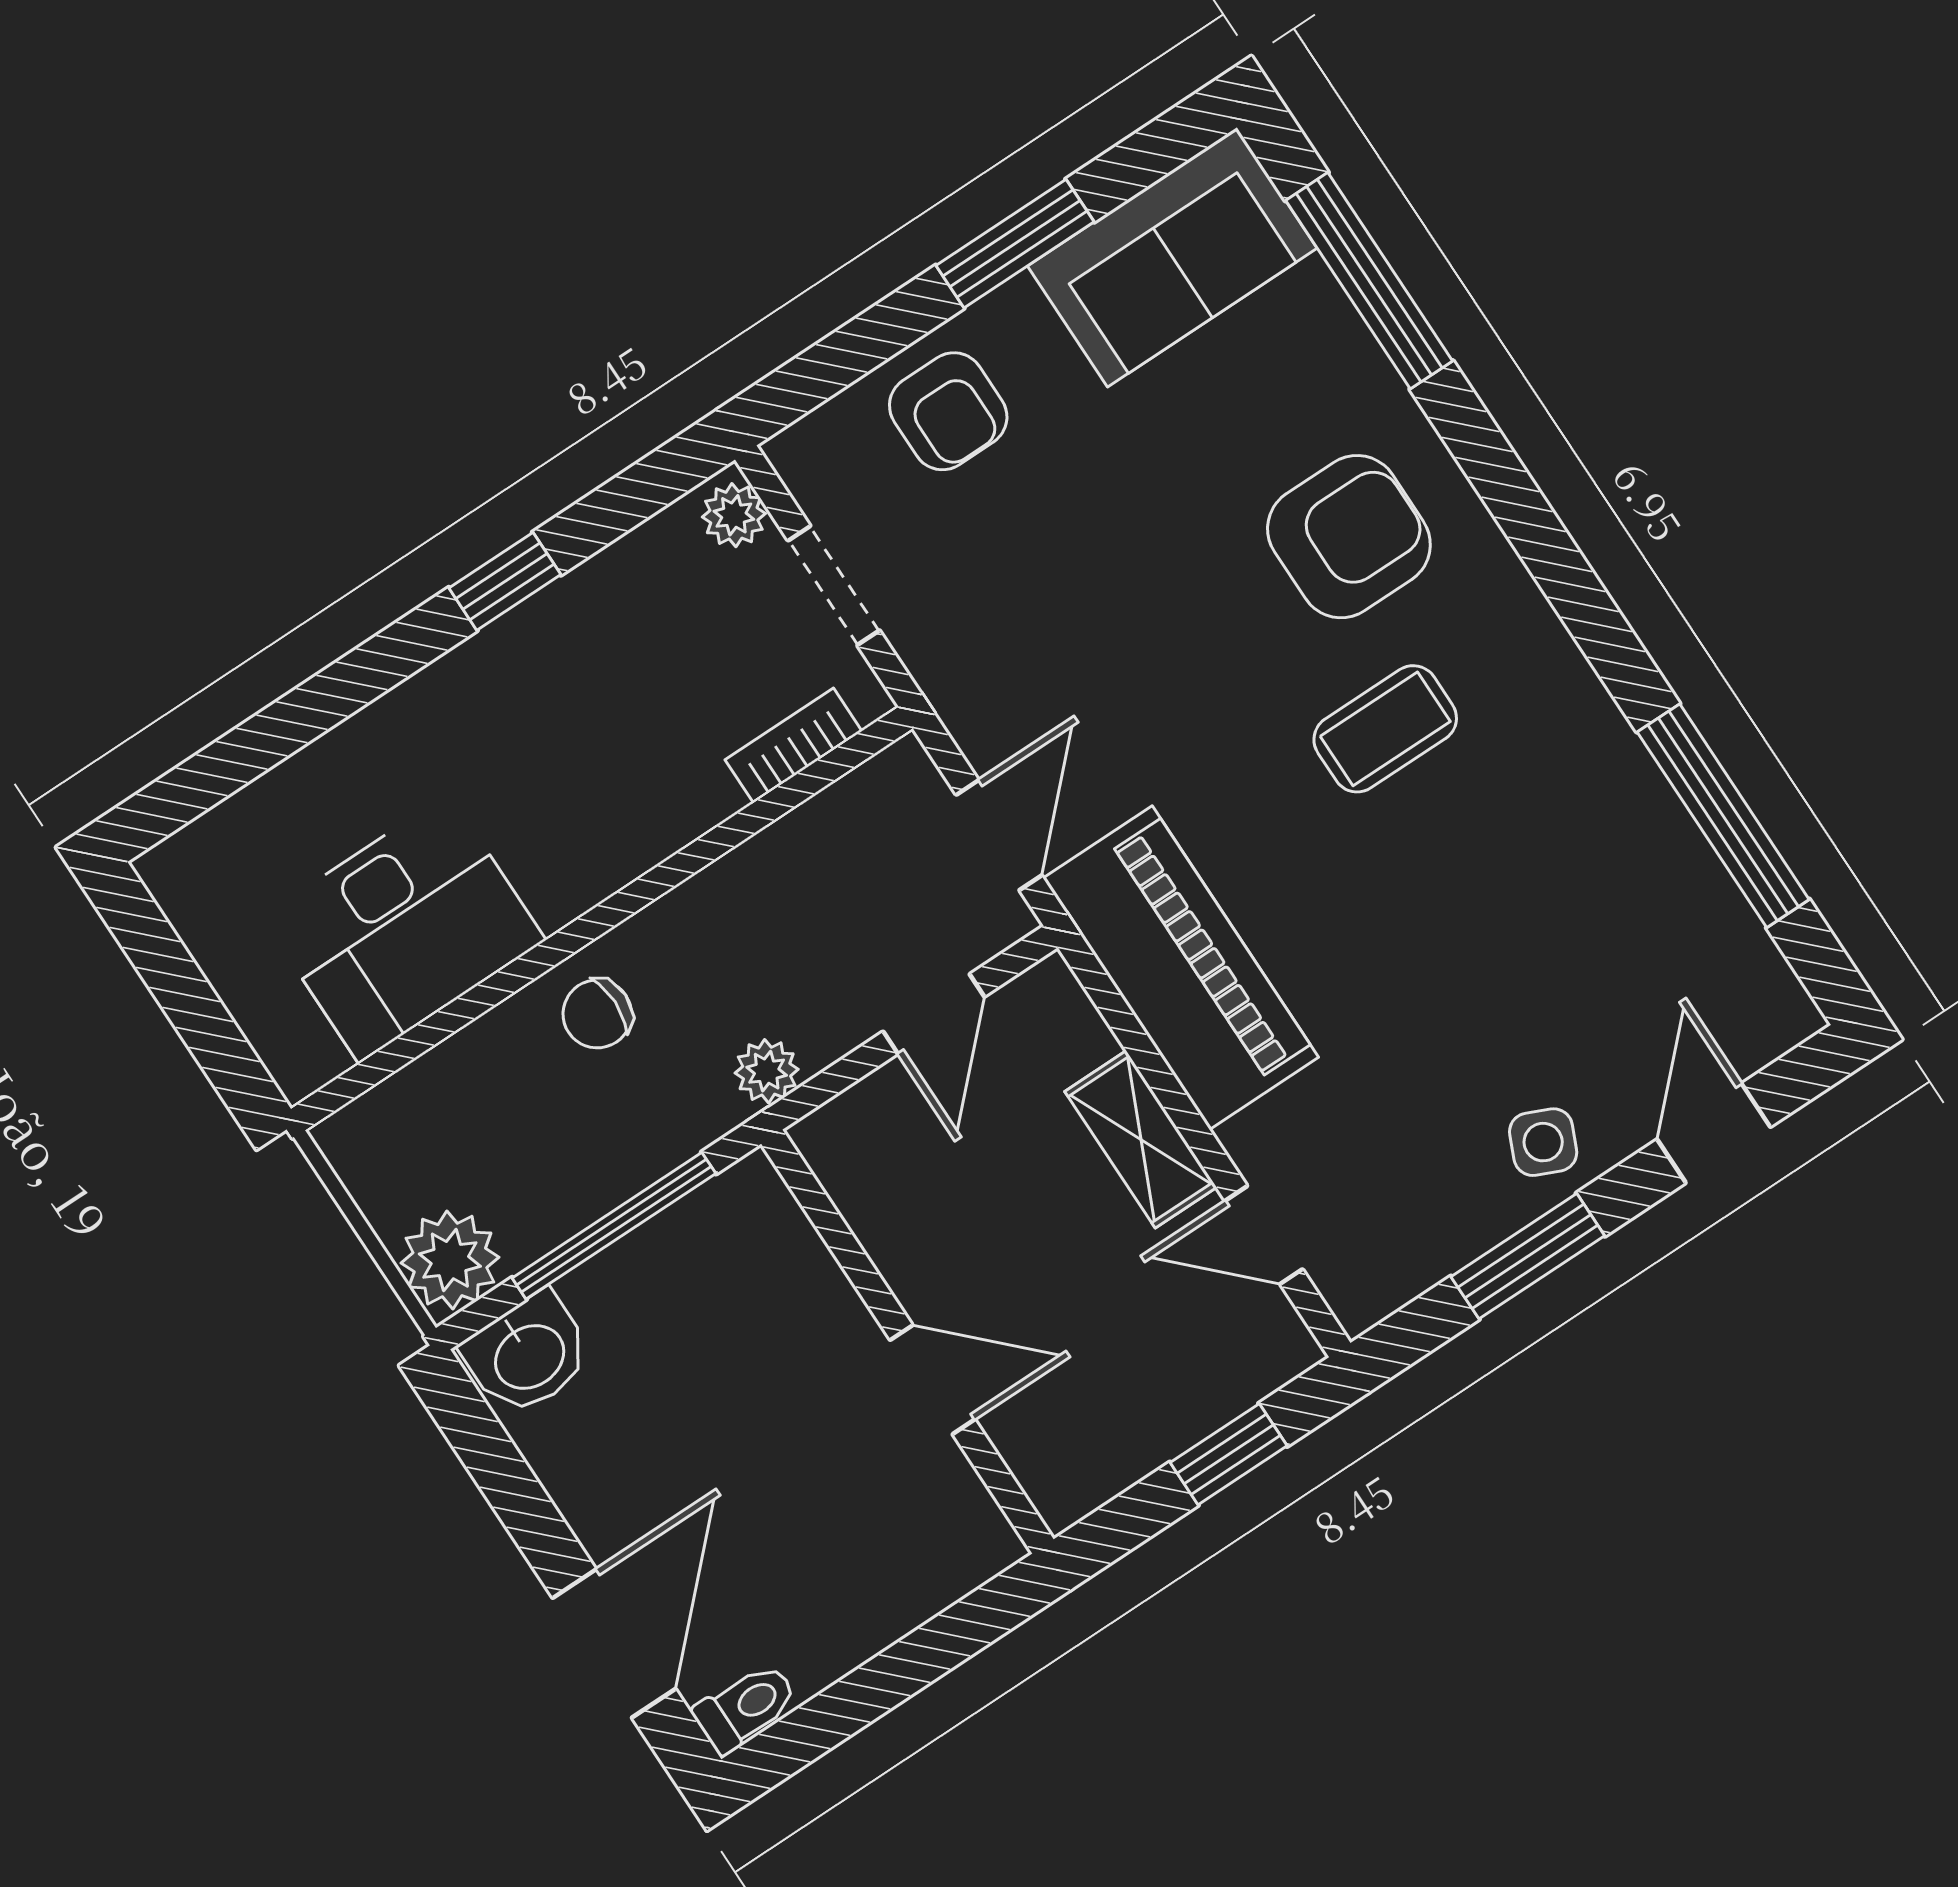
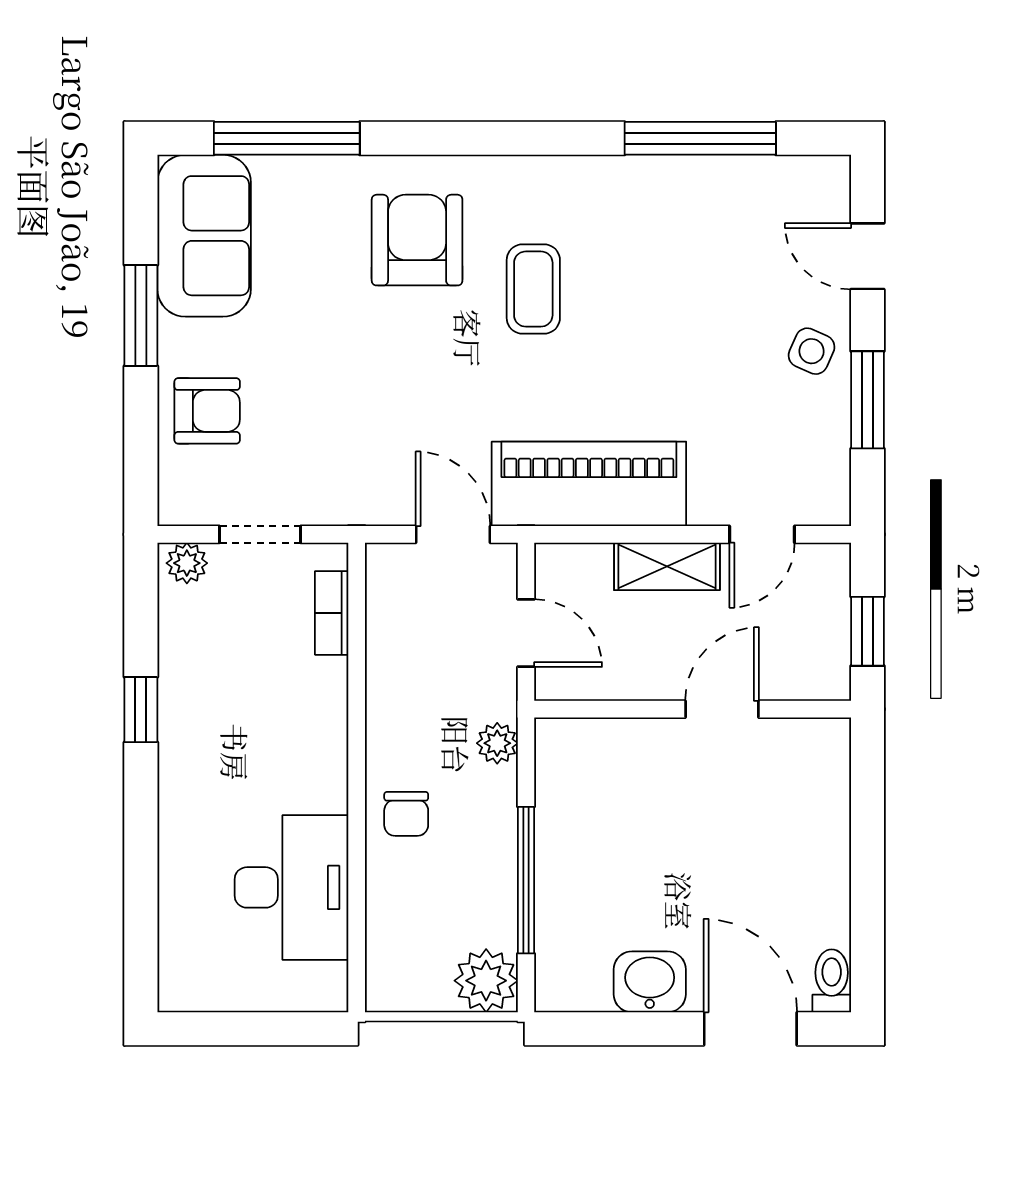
wall: (907, 1342) -> (693, 709), moved
washbasin: (528, 1355) -> (650, 982), moved, turned -90
door: (933, 1380) -> (722, 709), moved

